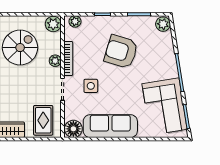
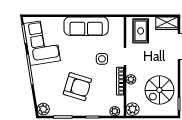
floor lamp: (73, 129) -> (116, 24), removed

